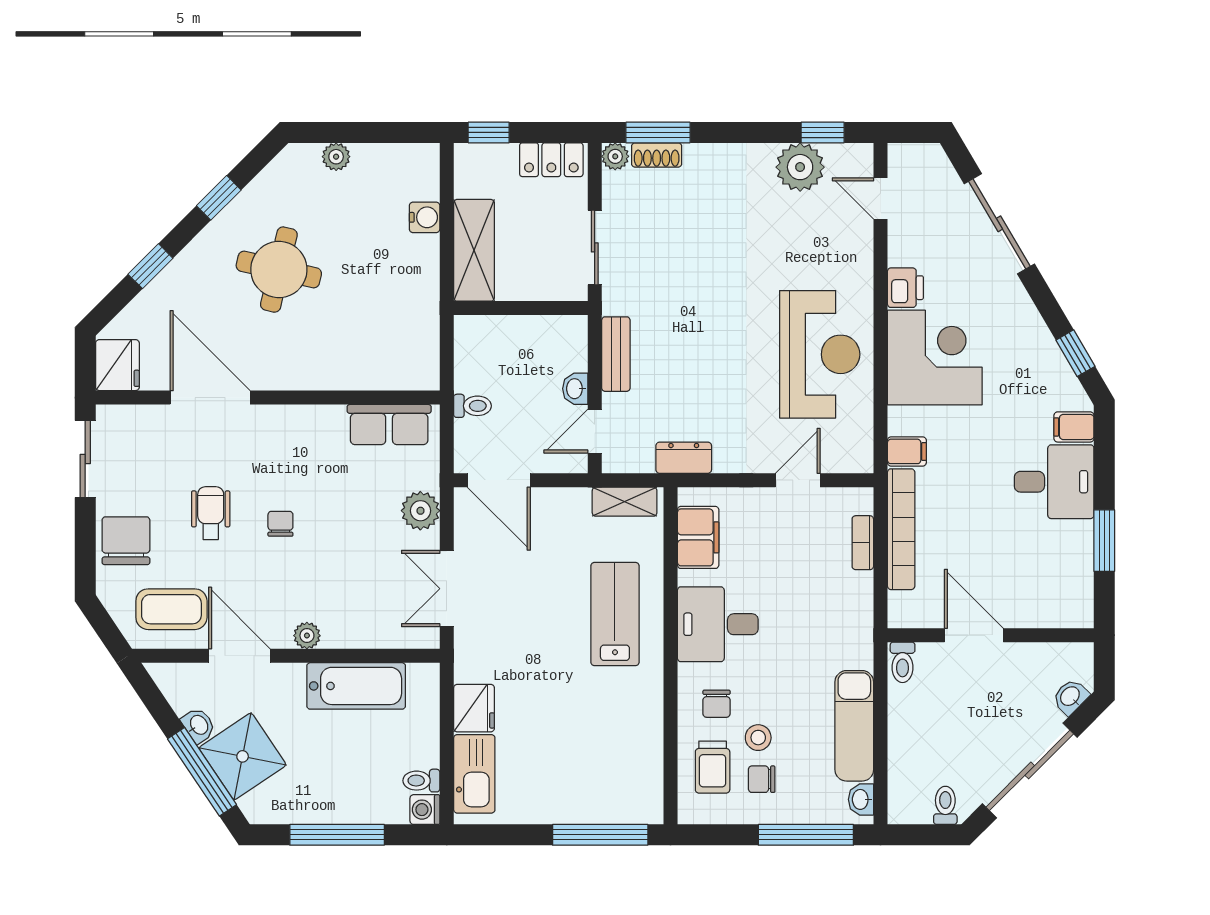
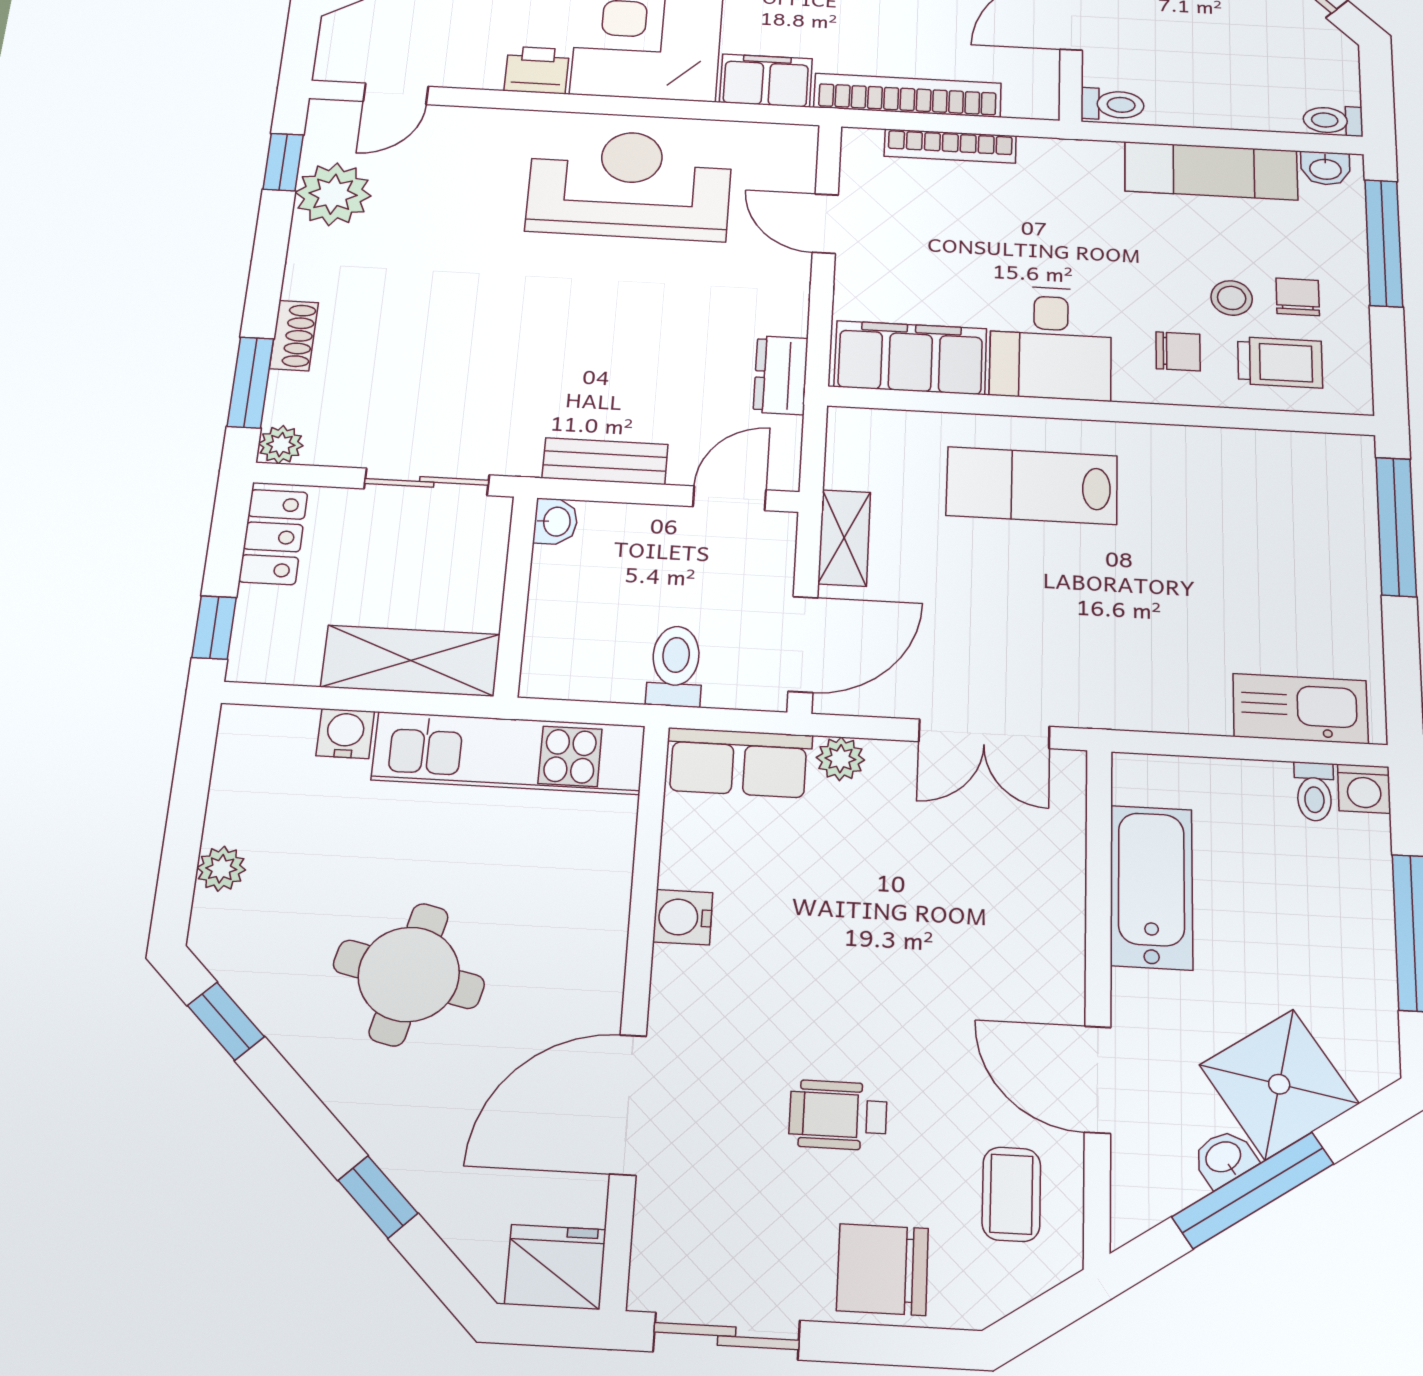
shoe rack: (657, 155) -> (294, 336), moved
window: (219, 198) -> (226, 1021), moved
kitchen unit: (418, 313) -> (509, 753), added
washbasin: (575, 389) -> (556, 522), moved, turned -90
toilet: (473, 406) -> (675, 666), width x1.37, depth x1.39
water cooler: (322, 420) -> (683, 917), added
row of seats: (389, 425) -> (739, 763), moved, turned 90
door: (595, 431) -> (729, 498), swing flipped
filing cabinet: (907, 451) -> (766, 80), width x2.00
shelving: (625, 502) -> (844, 538), moved
plant: (420, 511) -> (840, 759), width x0.73, depth x0.73
chair: (280, 524) -> (862, 996), removed
filing cabinet: (698, 537) -> (910, 358), width x1.50, depth x1.17
bookcase: (863, 543) -> (950, 146), width x1.56
coffee table: (171, 609) -> (1011, 1194), width x0.73, depth x0.77
plant: (307, 636) -> (1062, 963), removed
door: (239, 656) -> (1098, 1080), hinge flipped
fridge: (474, 708) -> (1189, 703), removed
window: (202, 772) -> (1253, 1190), moved
chair: (762, 779) -> (1298, 297), turned 180
toilet: (945, 805) -> (1333, 120), moved

